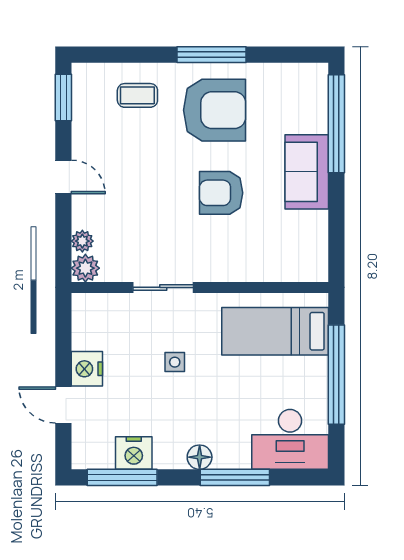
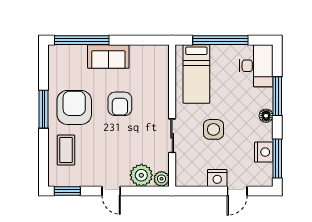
coffee table: (137, 95) -> (66, 150), width x1.36, depth x1.30
door: (63, 177) -> (111, 191), swing flipped
plant: (82, 241) -> (141, 175), width x1.87, depth x1.87
side table: (175, 362) -> (213, 129), width x1.87, depth x1.87

